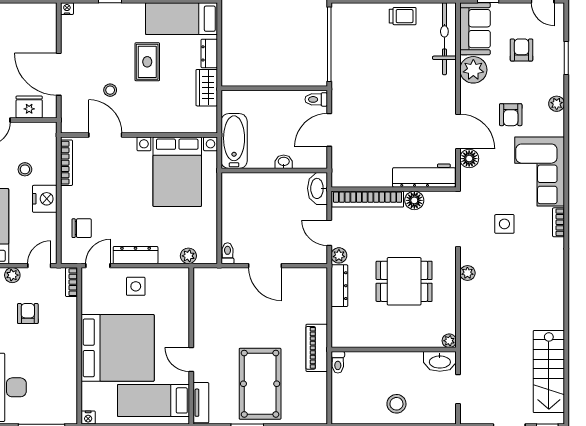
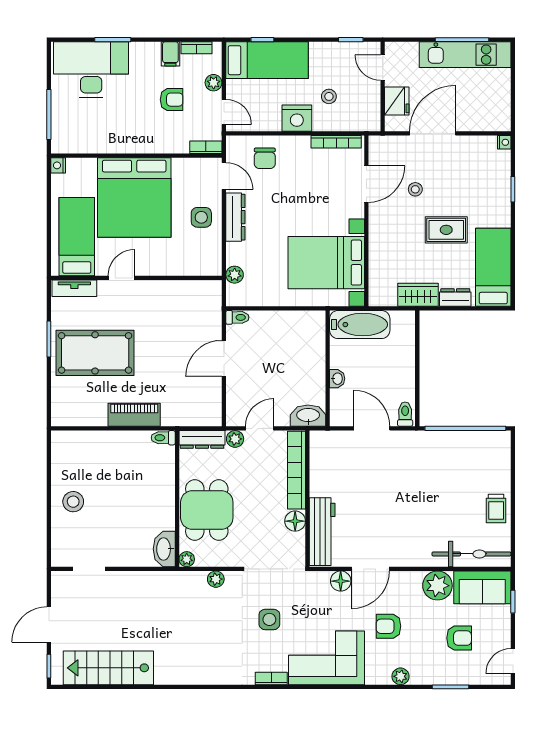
plant: (449, 341) -> (187, 559), moved
wall: (394, 350) -> (177, 499), moved
washbasin: (440, 361) -> (164, 549), moved
toilet: (338, 362) -> (163, 438), moved

